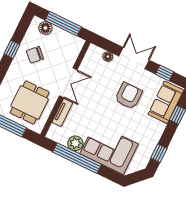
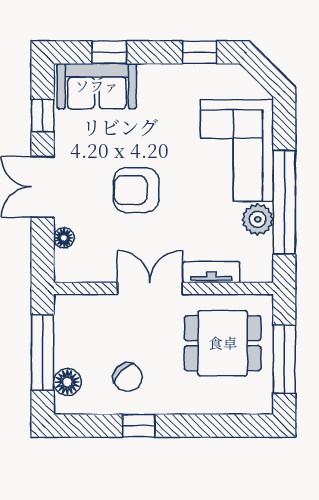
armchair: (129, 96) -> (136, 190), moved

